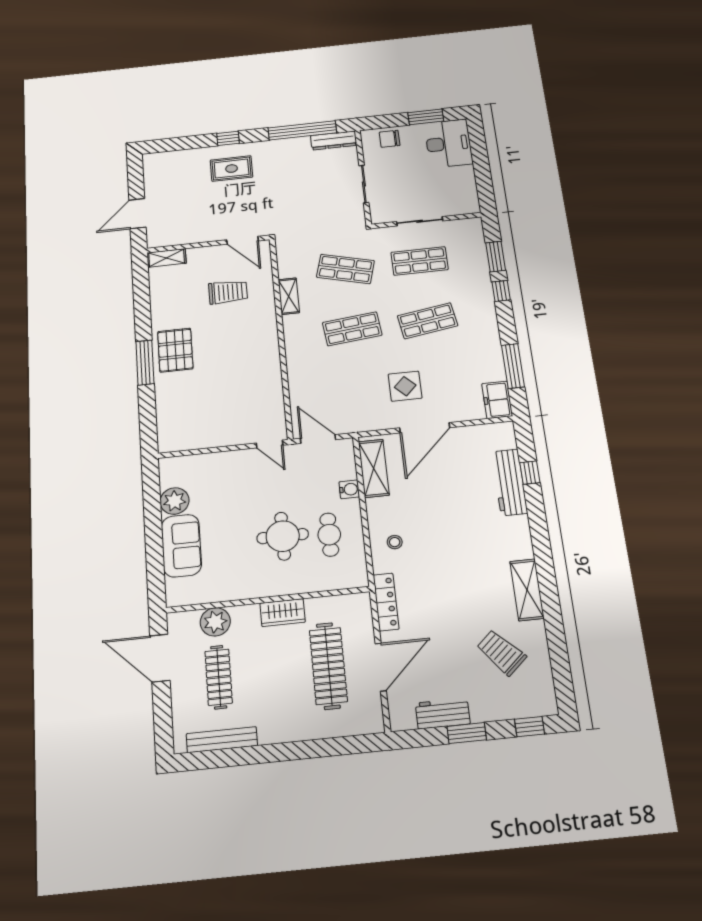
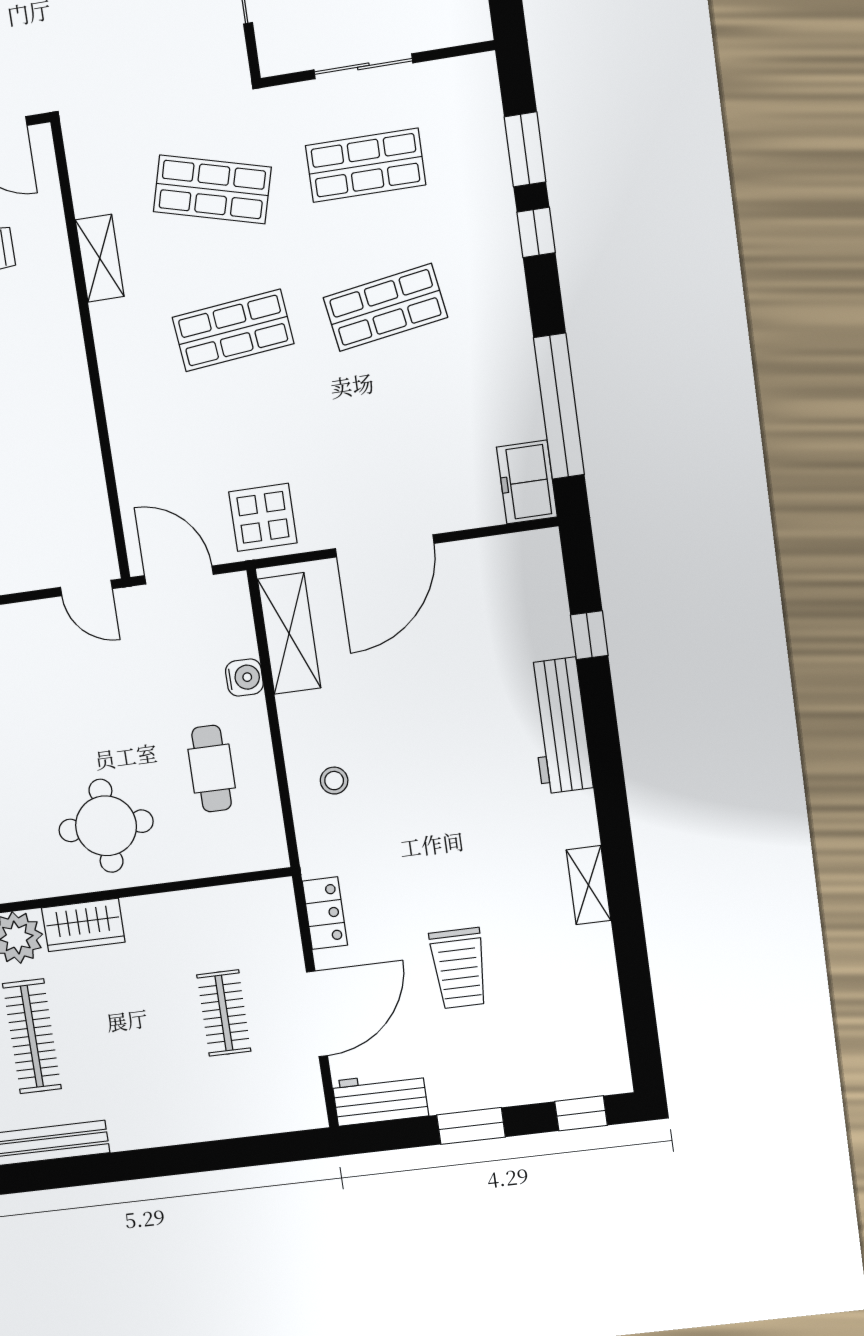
window: (513, 366) -> (559, 406), width x1.46
display table: (405, 386) -> (263, 517), moved
workbench: (510, 482) -> (559, 726), moved
round table: (283, 536) -> (106, 826), moved
shelving: (527, 590) -> (589, 885), width x0.67, depth x0.75
locker: (386, 602) -> (325, 913), width x0.66
wardrobe: (283, 613) -> (83, 925), moved
trolley: (501, 653) -> (459, 968), moved, turned -138
clothes rail: (328, 666) -> (224, 1013), width x0.54, depth x0.76
workbench: (443, 713) -> (380, 1098), moved

